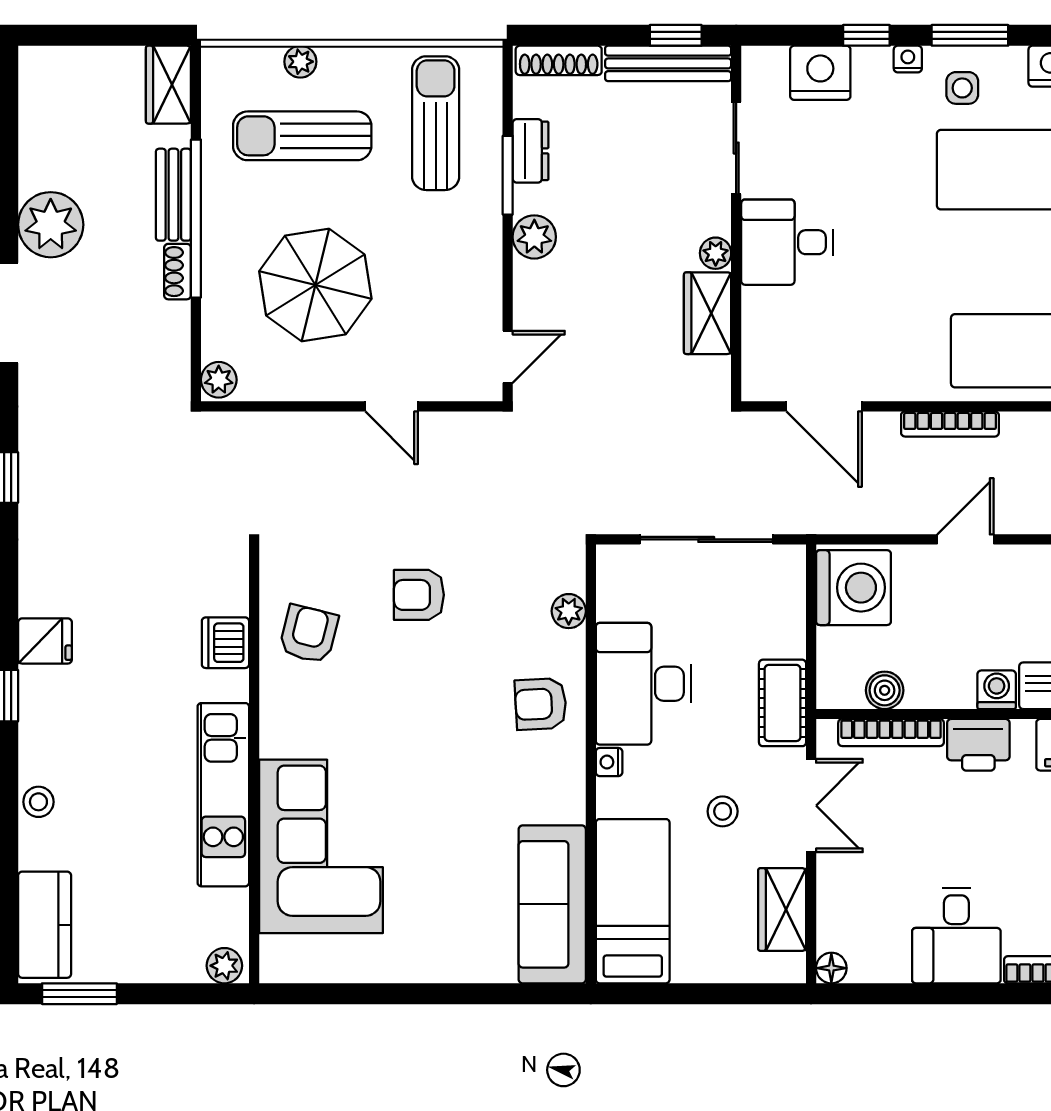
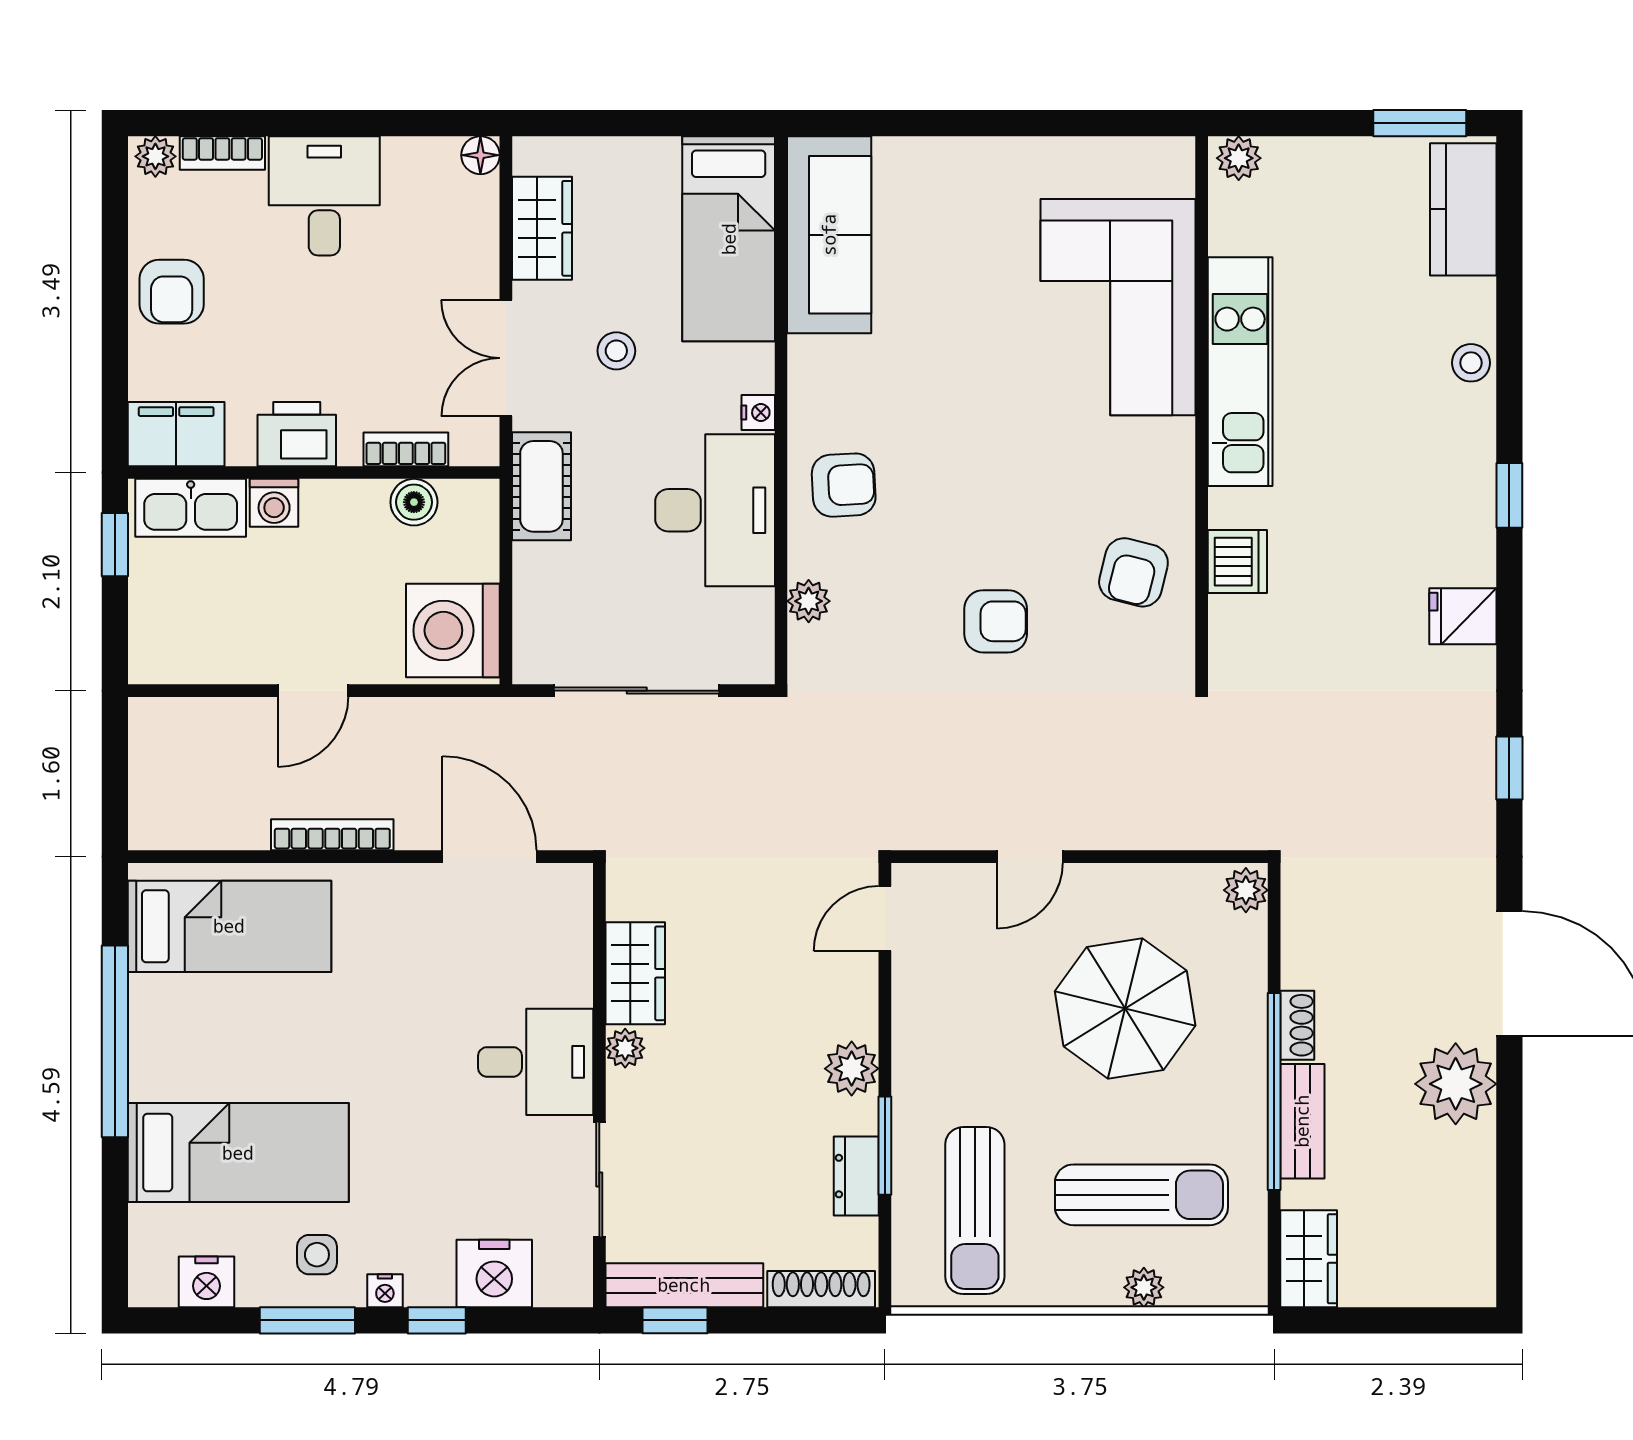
door: (392, 406) -> (1030, 857), swing flipped
fridge: (45, 641) -> (1463, 616), moved
bookcase: (891, 733) -> (406, 449), width x0.64

